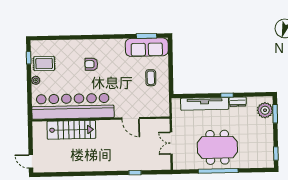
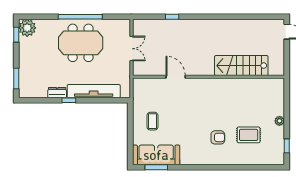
rug: (44, 64) -> (249, 135), moved
bar counter: (73, 106) -> (239, 91), removed
plant: (265, 110) -> (27, 28), moved

